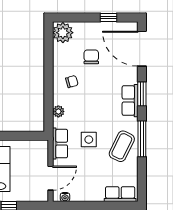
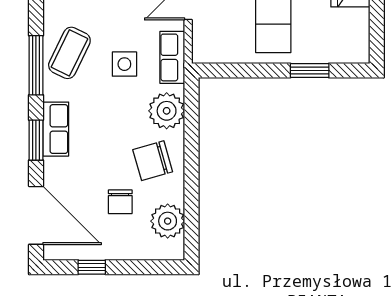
plant: (63, 33) -> (168, 221), moved
chair: (72, 82) -> (153, 161), width x1.87, depth x1.87
plant: (58, 111) -> (167, 111), width x1.88, depth x1.88

